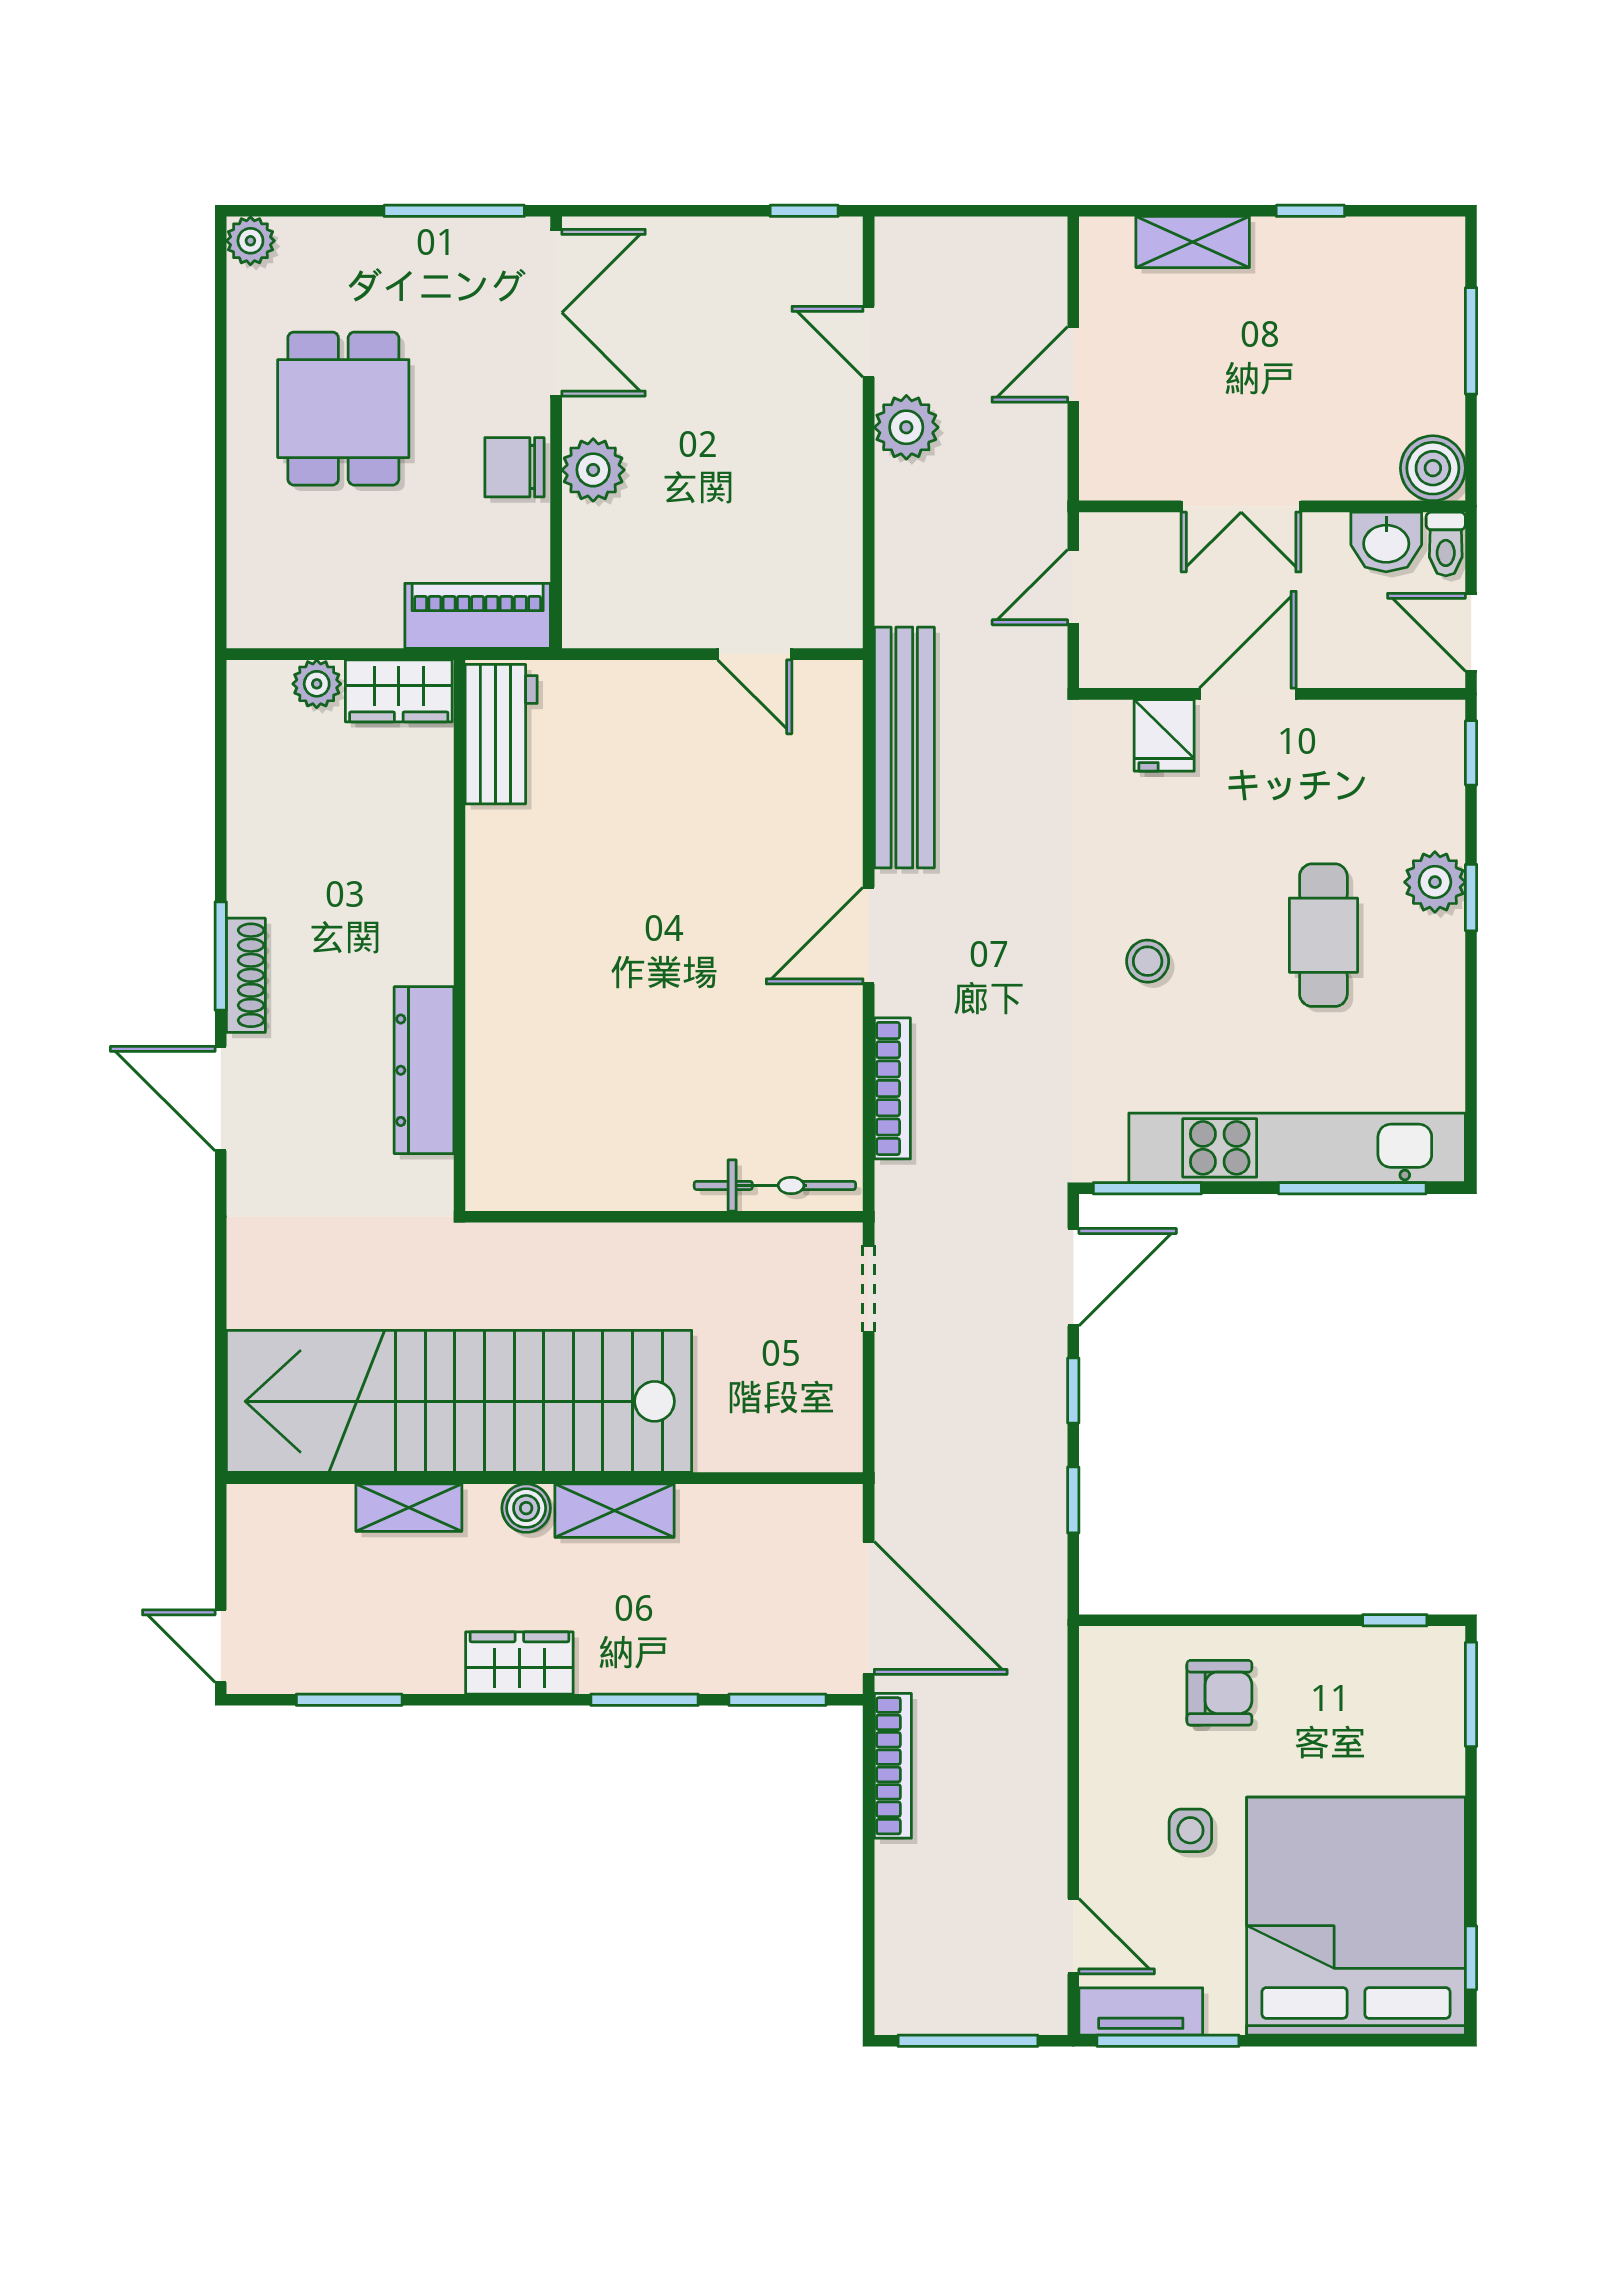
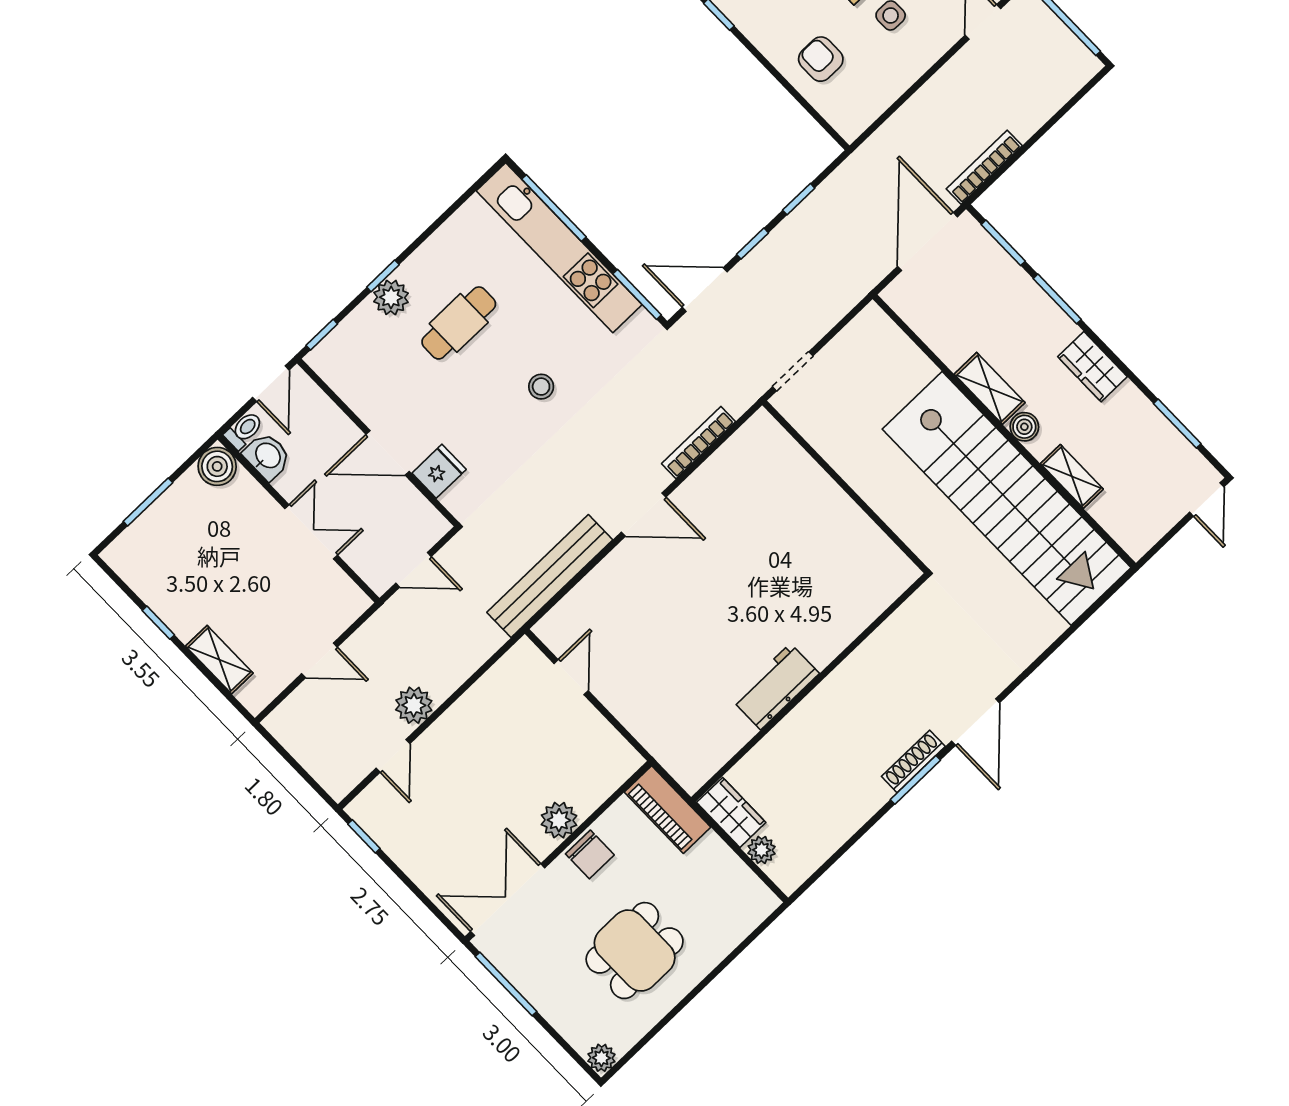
workbench: (501, 734) -> (775, 687), moved
dresser: (424, 1070) -> (881, 648), removed
bicycle: (775, 1185) -> (787, 453), removed

